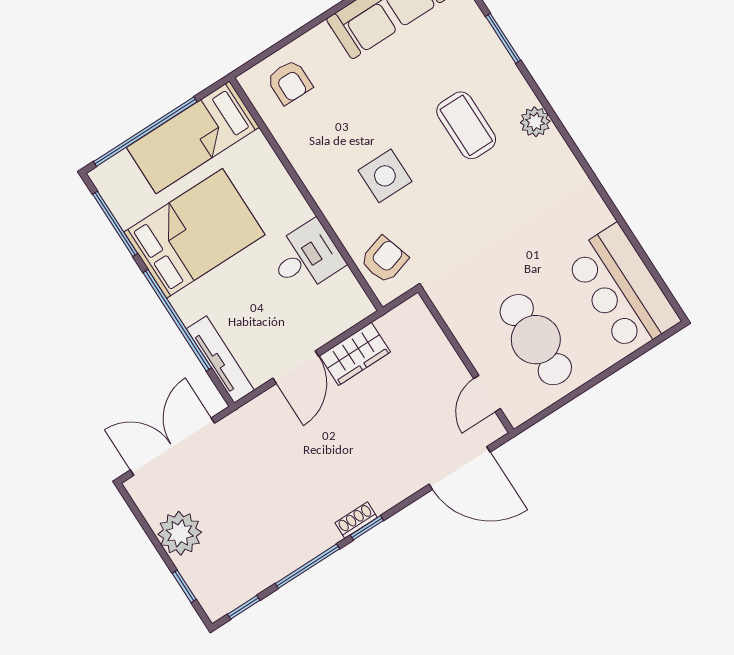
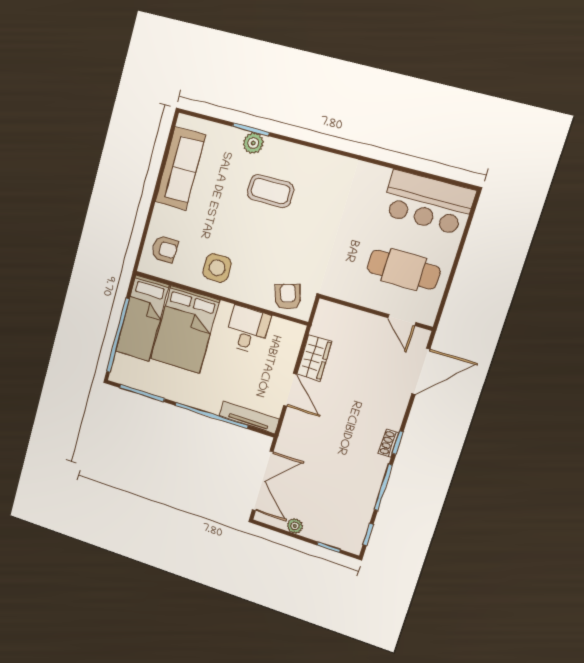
plant: (535, 122) -> (253, 143), moved
side table: (385, 176) -> (217, 268), moved
bed: (194, 233) -> (185, 329), moved, turned 180
double door: (173, 447) -> (263, 481), swing flipped
plant: (180, 533) -> (295, 526), width x0.53, depth x0.53

